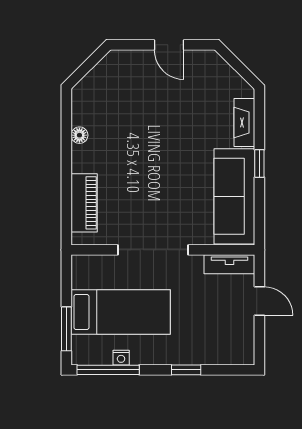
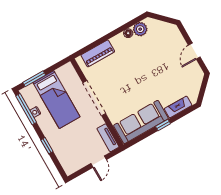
plant: (84, 112) -> (140, 29), added

